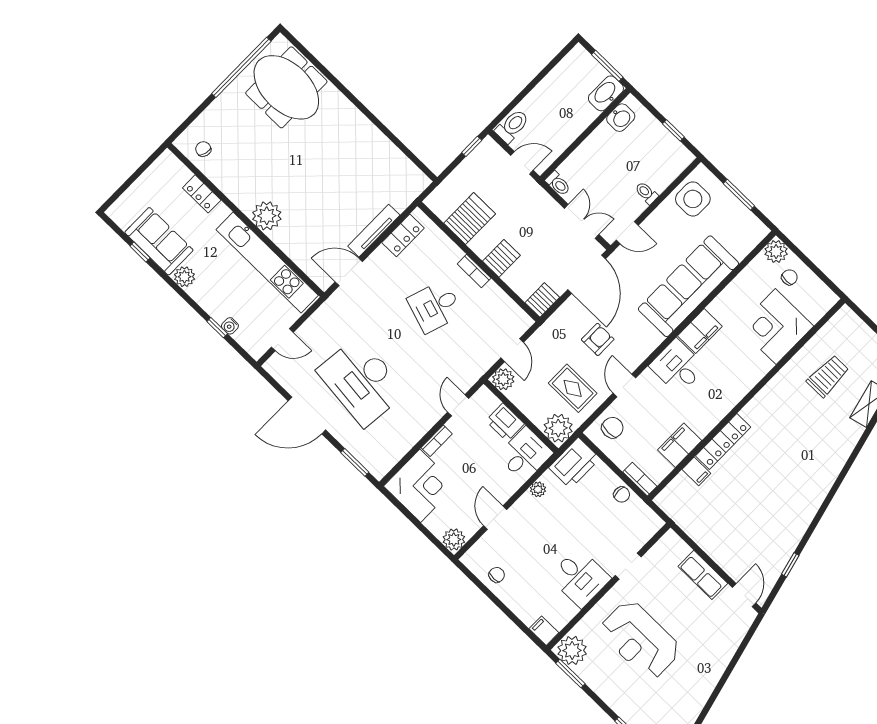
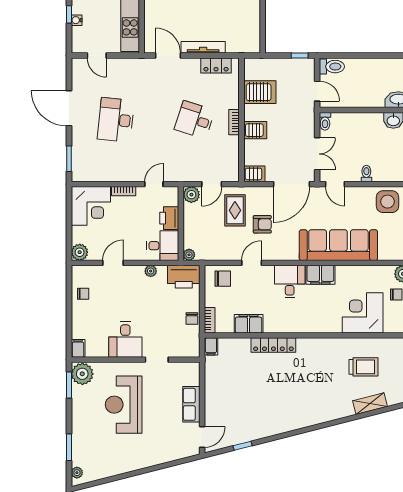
desk: (362, 381) -> (116, 120), width x0.73, depth x0.77
rug: (573, 388) -> (235, 210), moved
plant: (558, 428) -> (189, 255), width x0.53, depth x0.53
filing cabinet: (696, 471) -> (211, 346), moved

